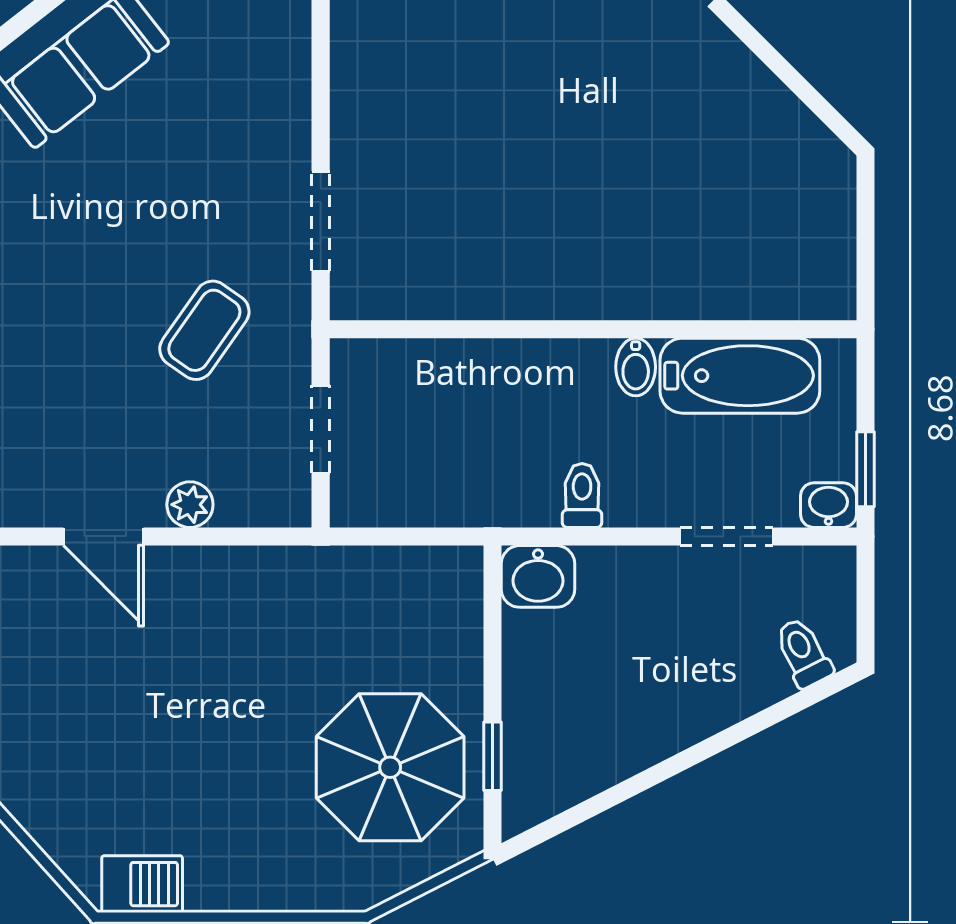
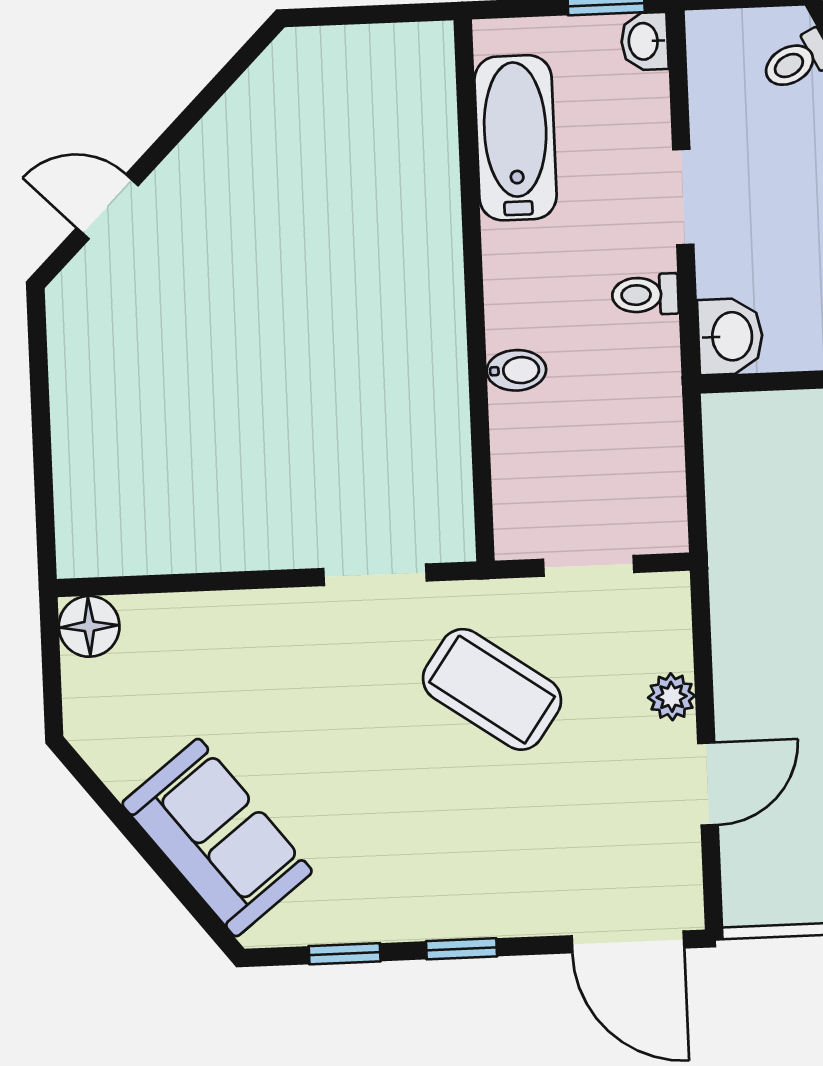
coffee table: (204, 330) -> (492, 689), width x1.36, depth x1.30
bidet: (636, 367) -> (516, 370), moved
doorway: (727, 536) -> (683, 197), moved

